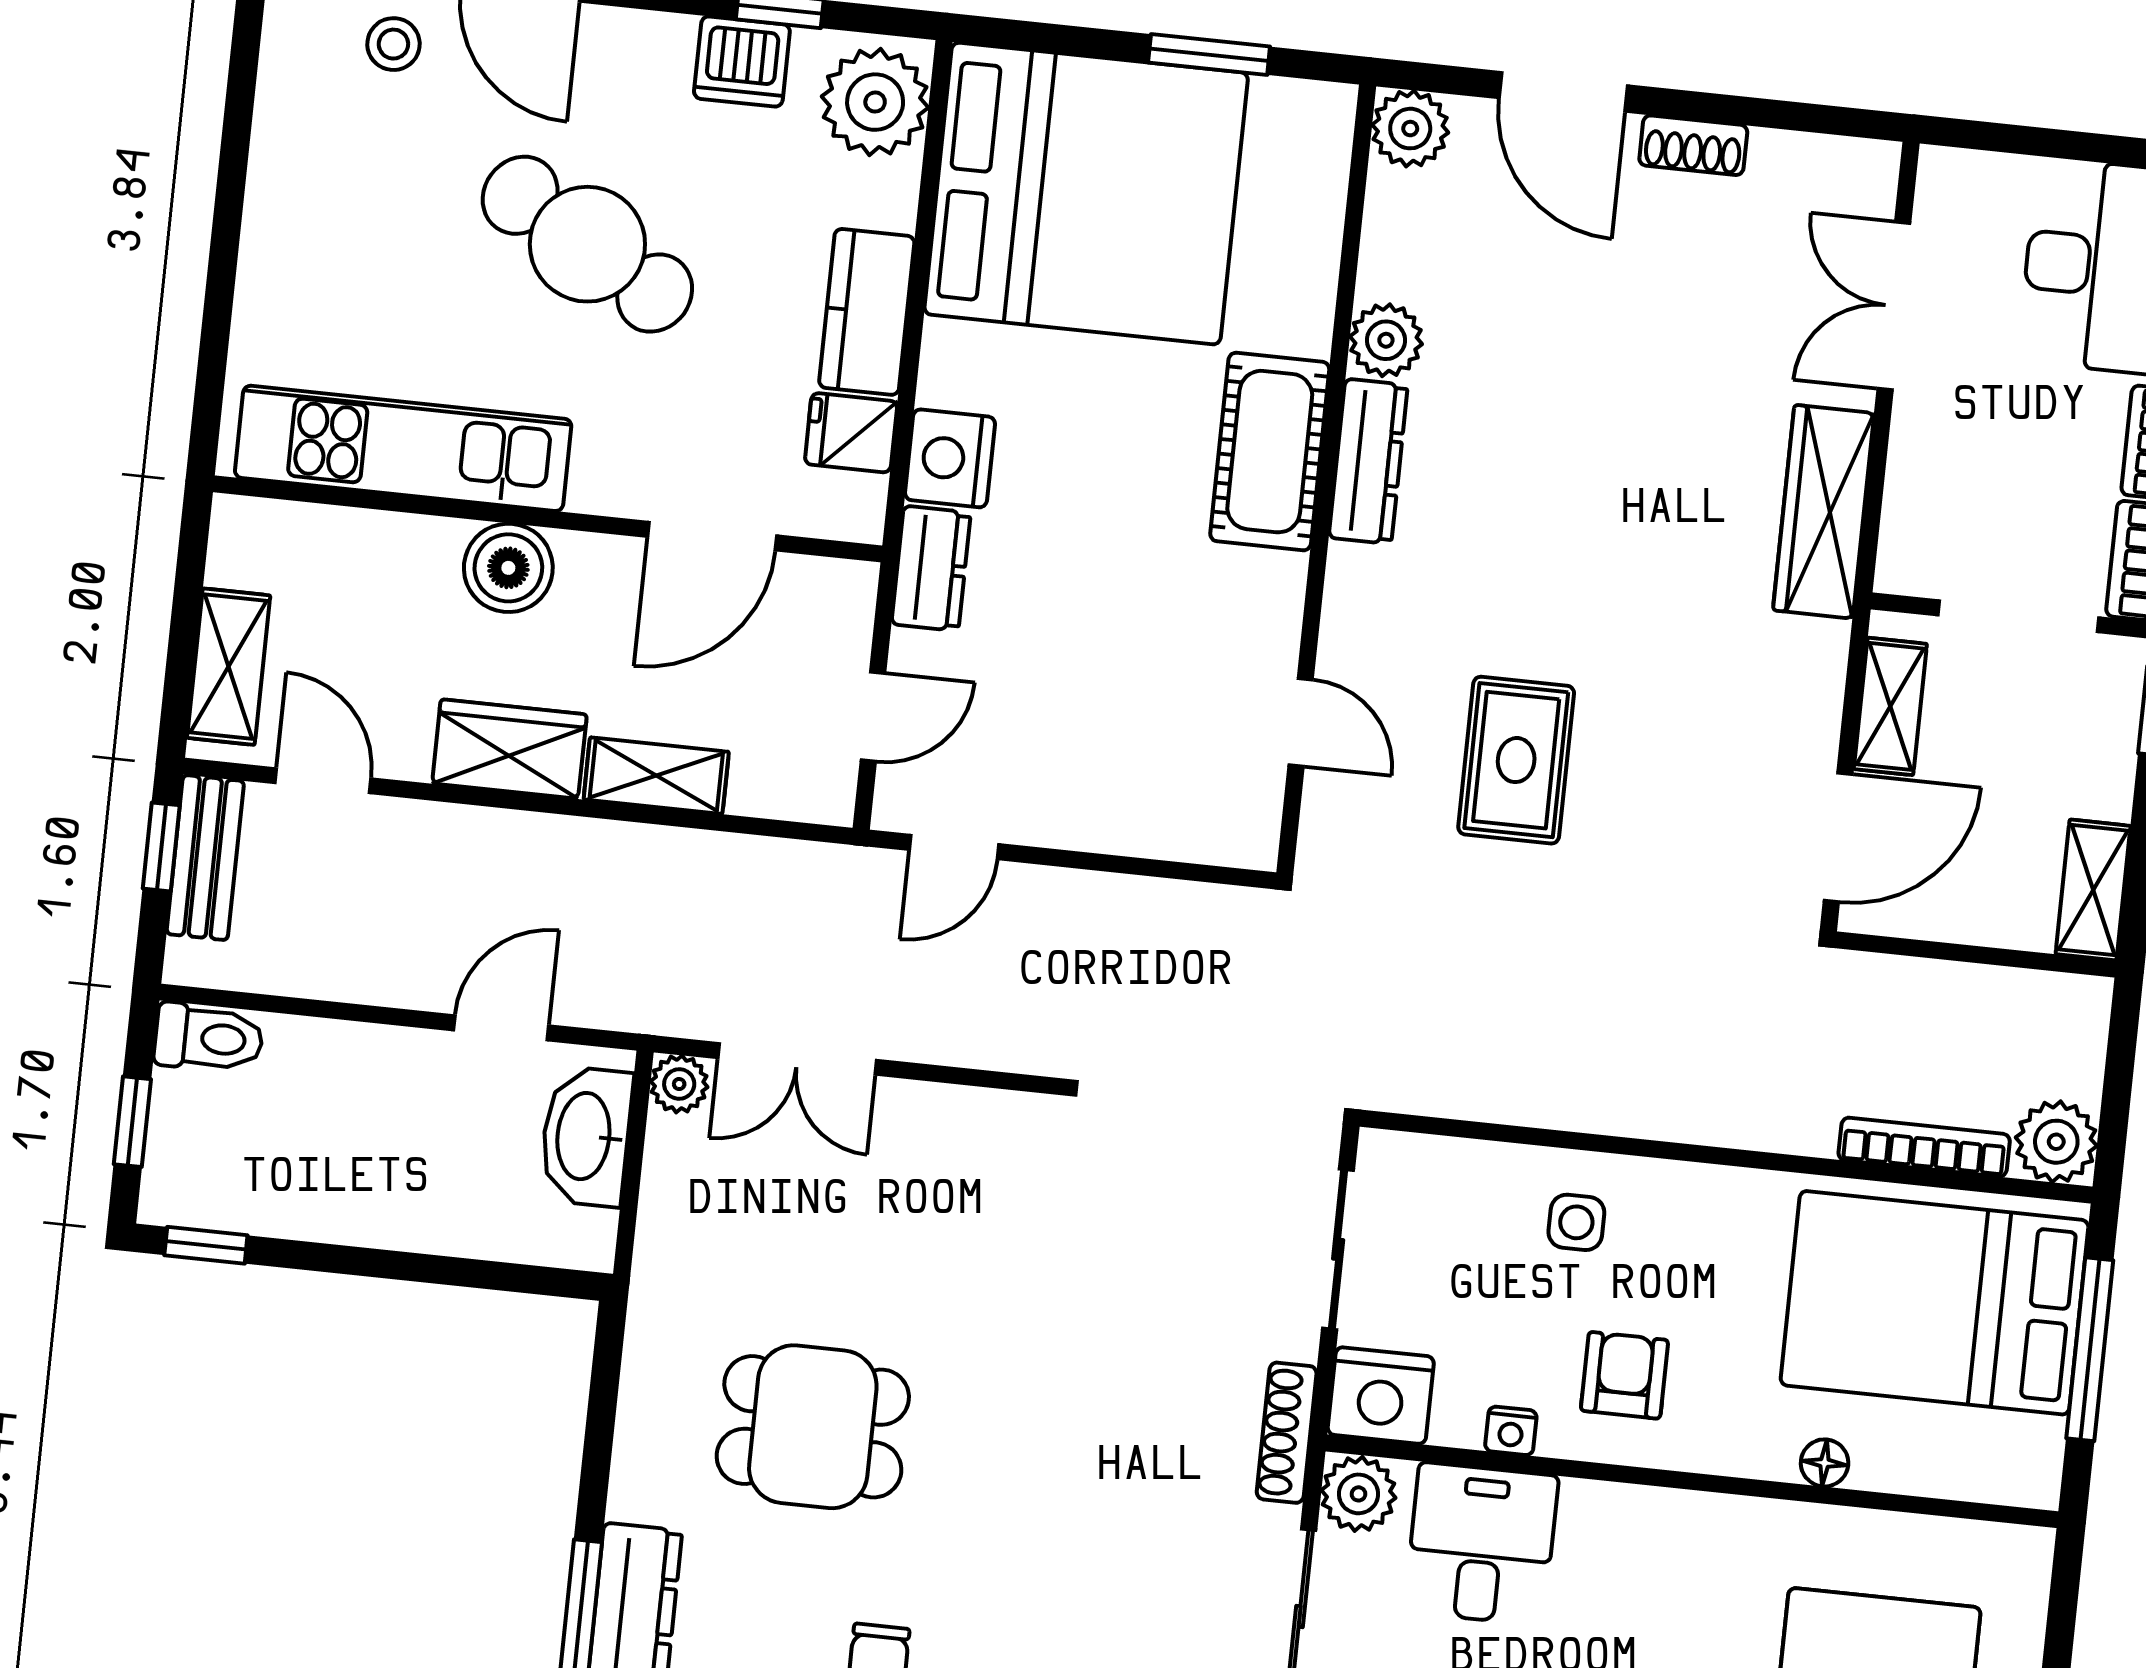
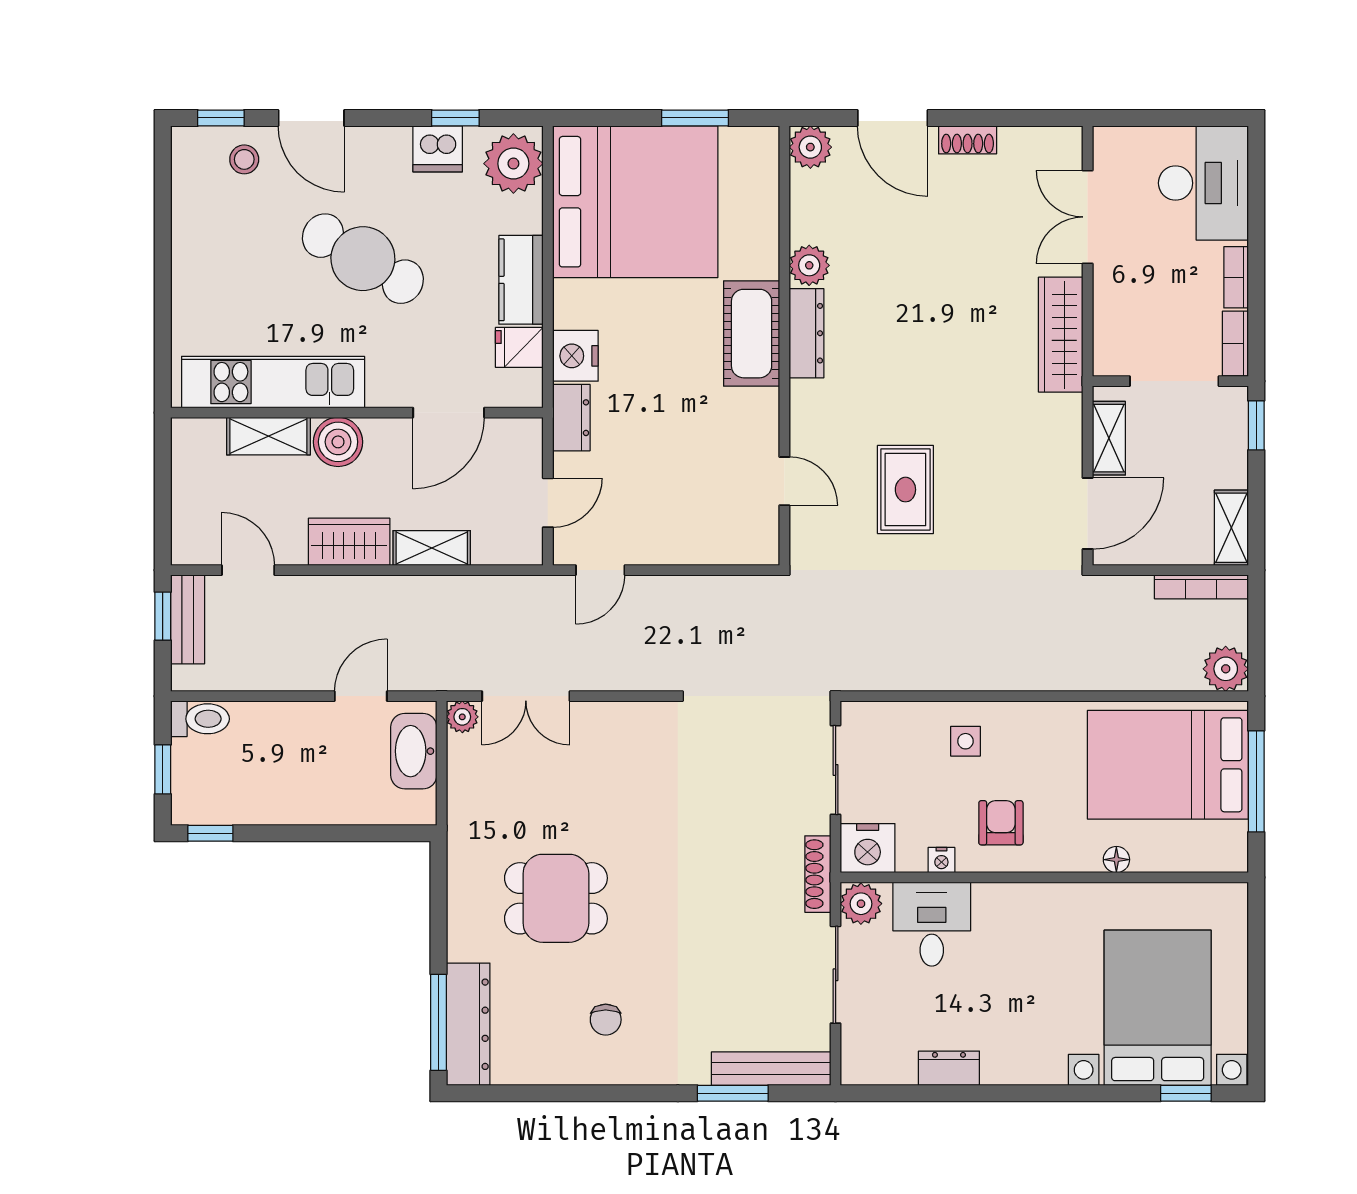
shelving: (229, 667) -> (268, 436), moved, turned 90
bookcase: (1924, 1147) -> (1201, 587), moved, turned 180

